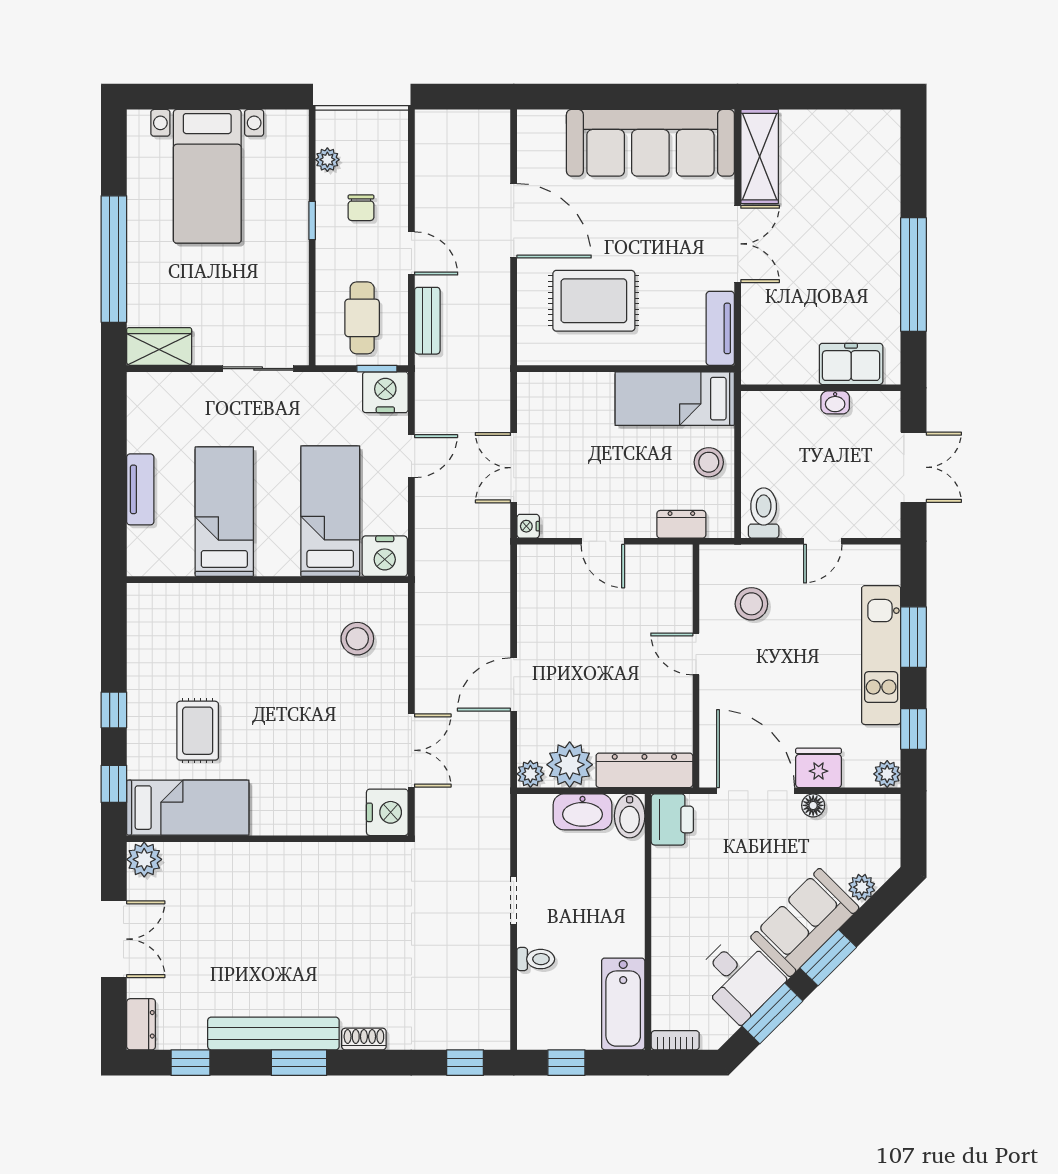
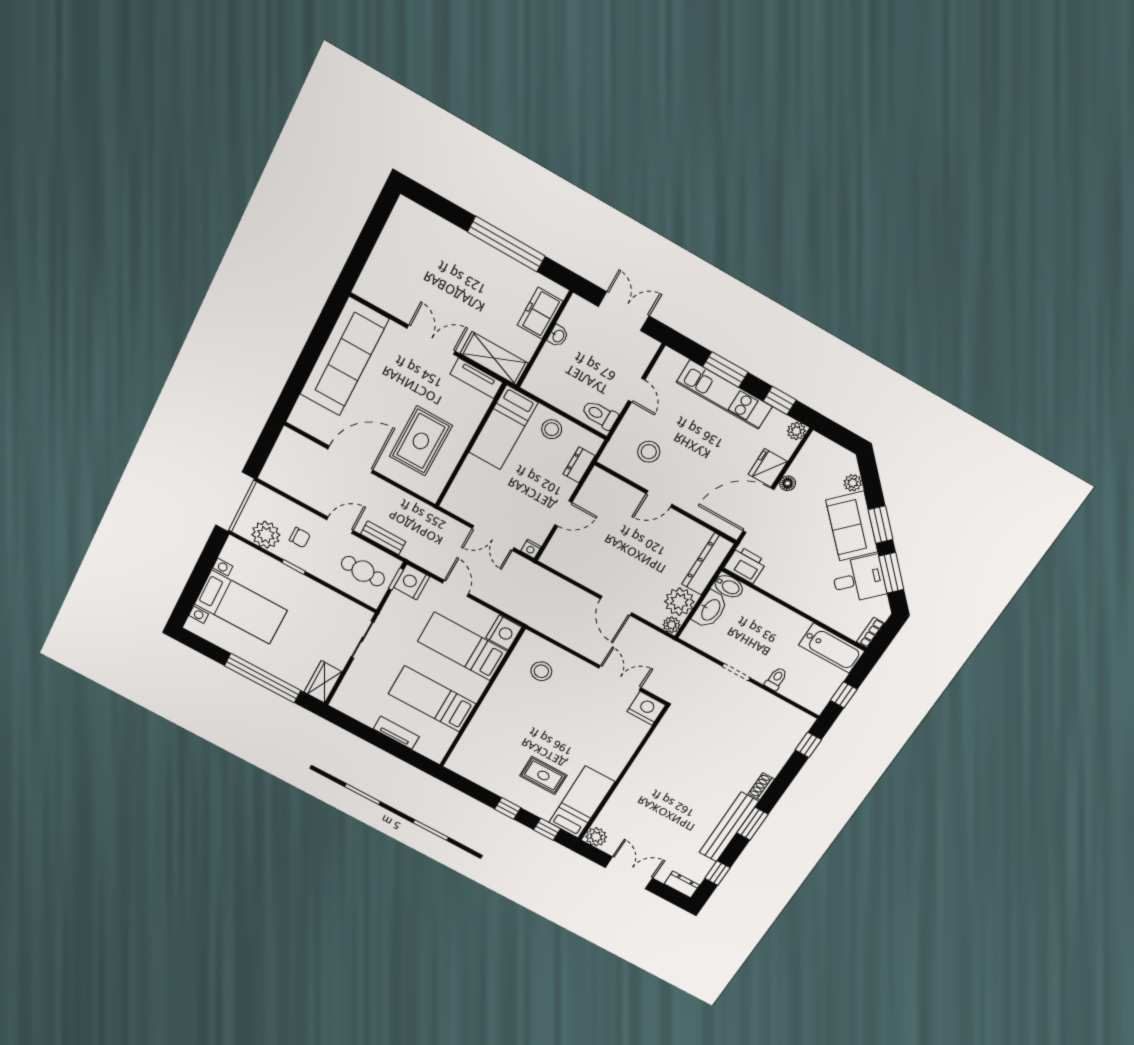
shelving: (760, 157) -> (494, 358), moved
plant: (327, 160) -> (266, 535), width x1.88, depth x1.88

